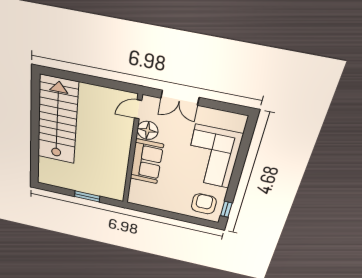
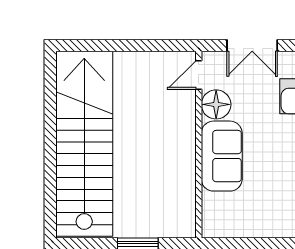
stairs: (57, 121) -> (84, 144), width x1.36

